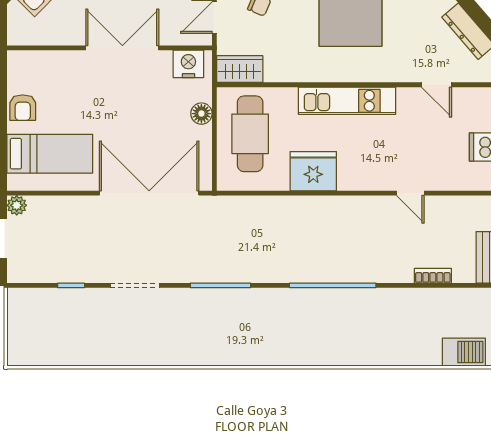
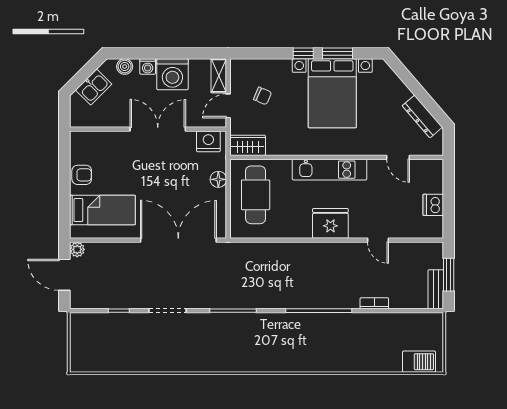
armchair: (23, 108) -> (82, 175), turned -90
fridge: (313, 171) -> (330, 223), moved
bookcase: (433, 276) -> (374, 303), moved

